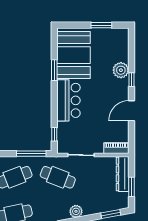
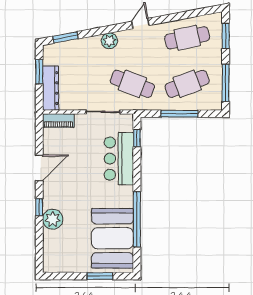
window: (101, 25) -> (100, 276), moved
window: (54, 70) -> (137, 219), width x2.11
bar counter: (68, 100) -> (119, 159), moved
window: (31, 154) -> (179, 114), moved

